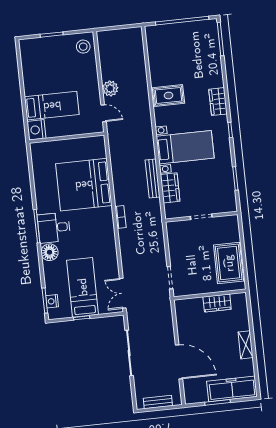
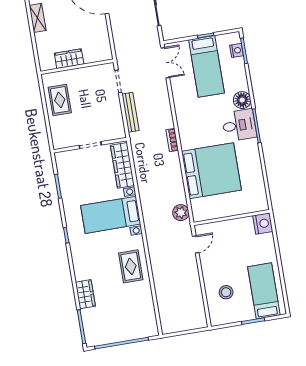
stool: (83, 47) -> (226, 292), moved
plant: (110, 88) -> (181, 213), moved
rug: (169, 95) -> (131, 266), turned 90
wardrobe: (218, 102) -> (85, 294), moved
bed: (52, 106) -> (264, 291), moved, turned 90
door: (104, 113) -> (196, 244), swing flipped
bench: (153, 179) -> (130, 112), moved
wardrobe: (170, 188) -> (122, 165), width x1.50
rug: (229, 263) -> (60, 100), width x0.73, depth x0.70

